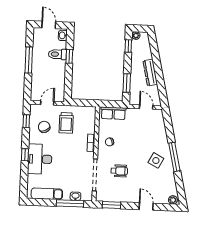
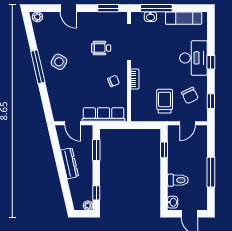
window: (69, 56) -> (164, 150), moved
row of seats: (113, 113) -> (104, 115), width x1.48

